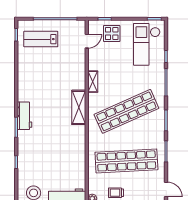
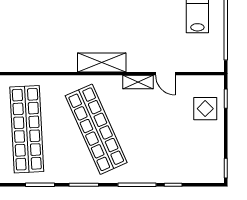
door: (87, 41) -> (165, 74), moved
checkout: (147, 44) -> (190, 158), removed

